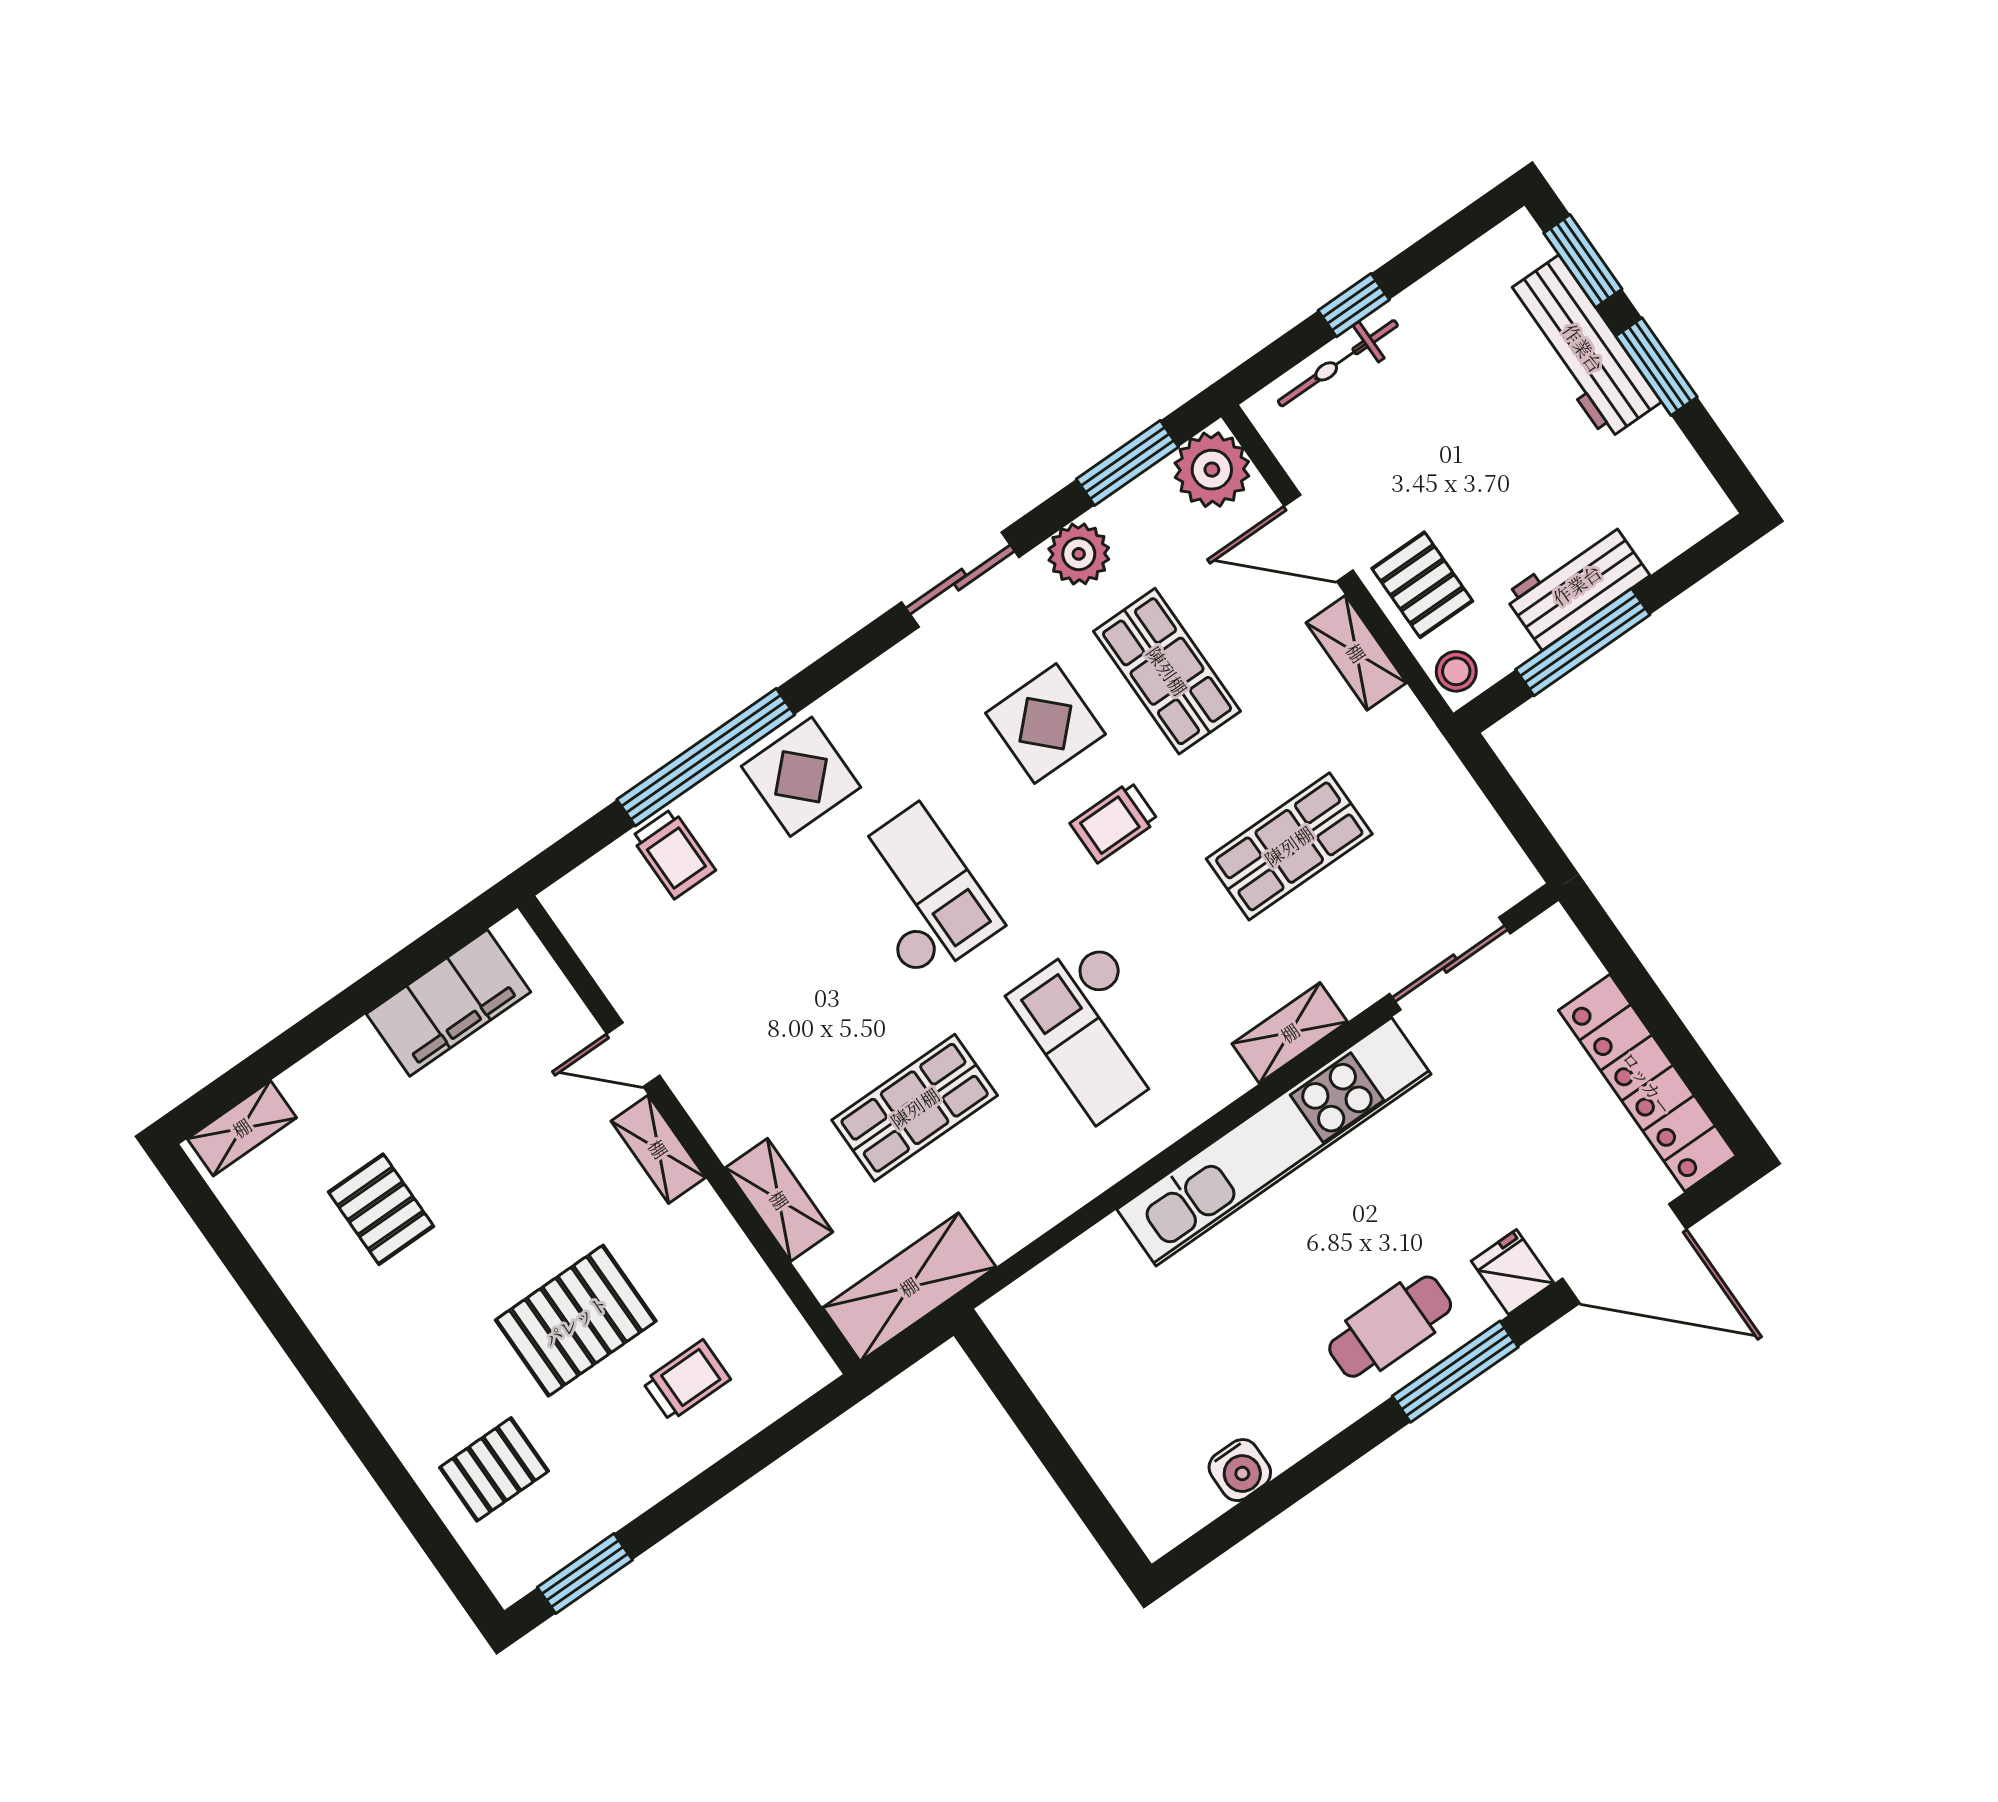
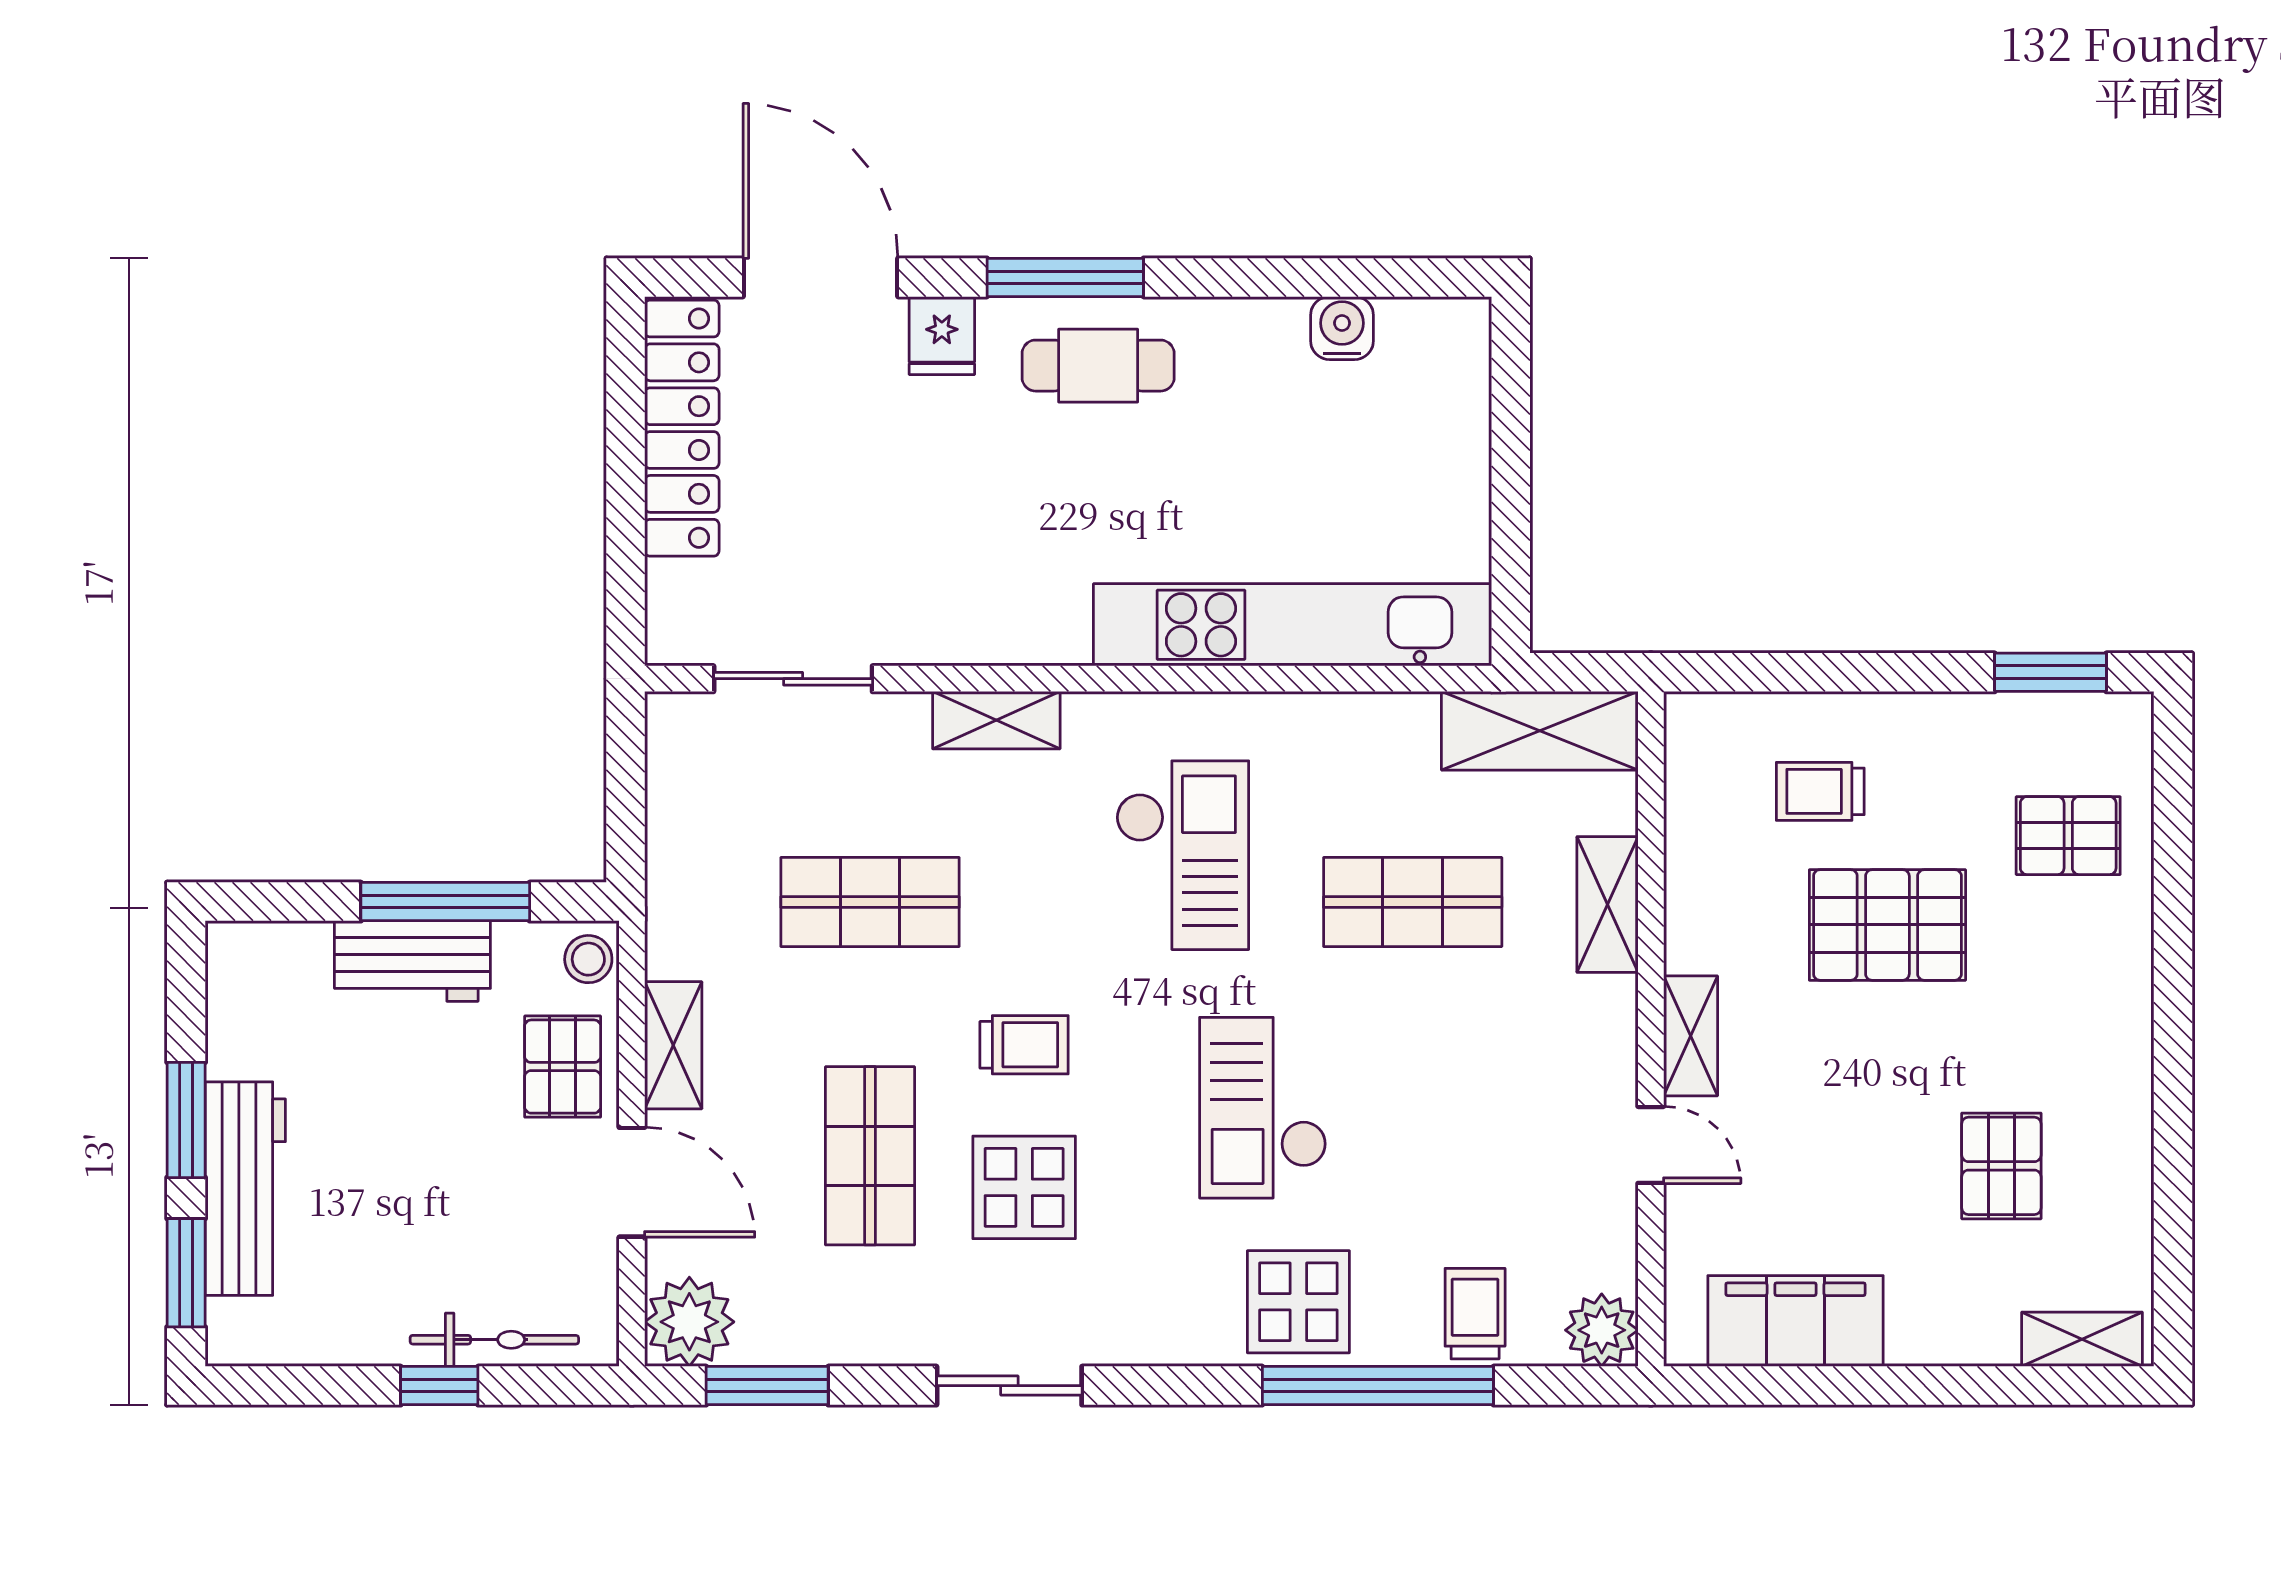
plant: (1079, 554) -> (1602, 1330), moved
kitchen unit: (1274, 1142) -> (1293, 625), moved

